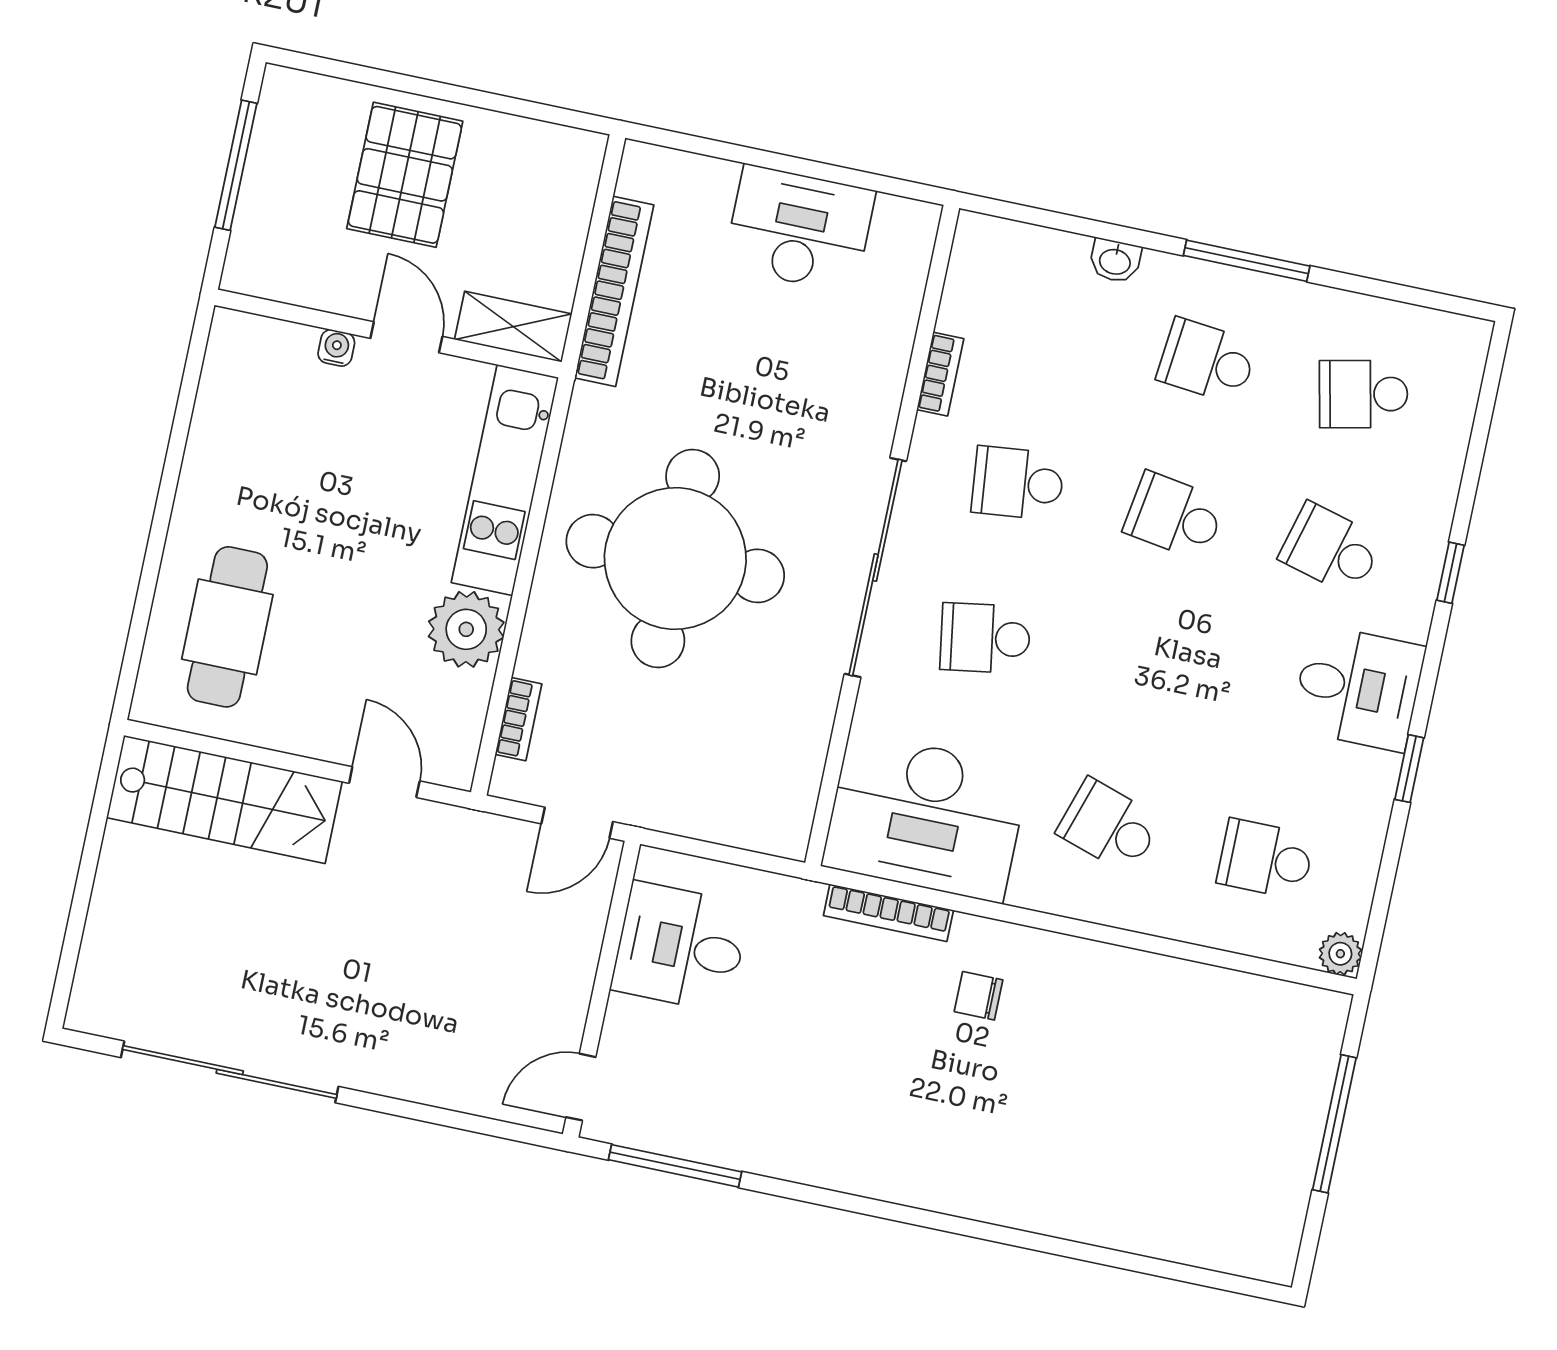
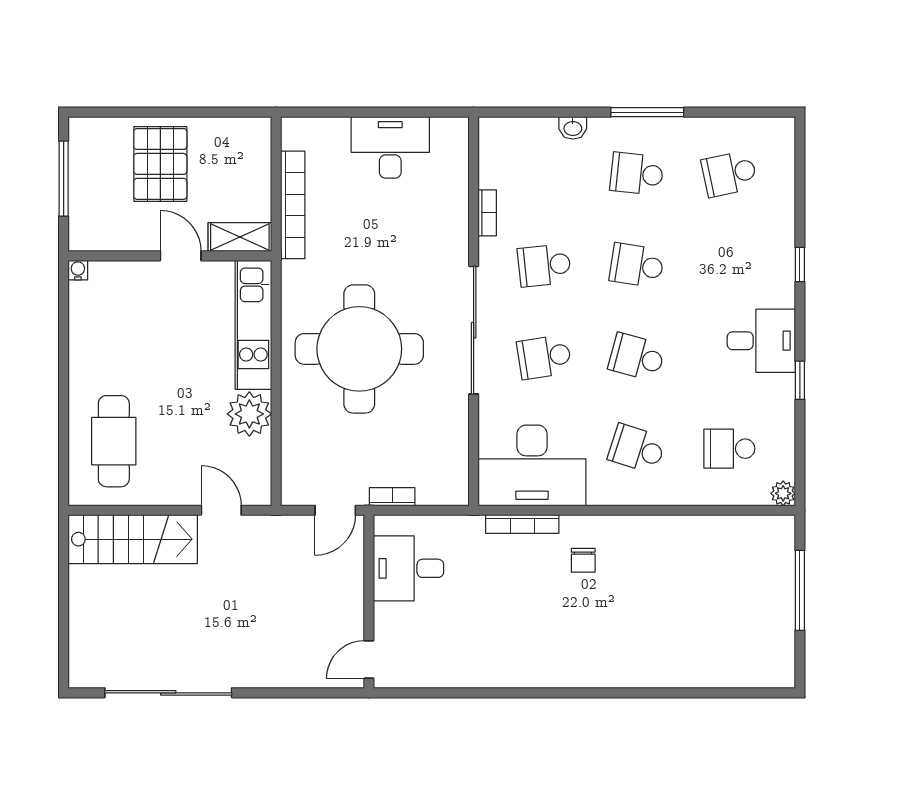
water cooler: (336, 348) -> (78, 270), moved
school desk: (1331, 549) -> (637, 357), moved
bookcase: (518, 719) -> (392, 497), moved, turned -90
chair: (979, 996) -> (583, 560), turned -90
window: (675, 1166) -> (432, 693), removed

